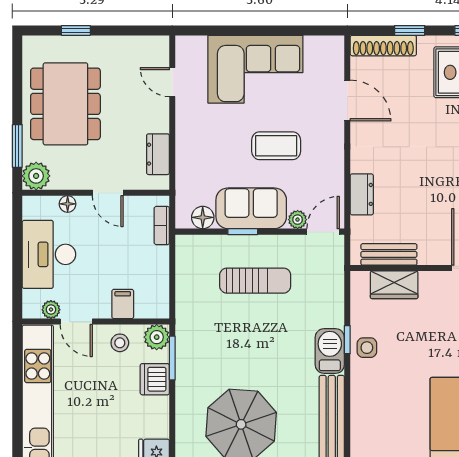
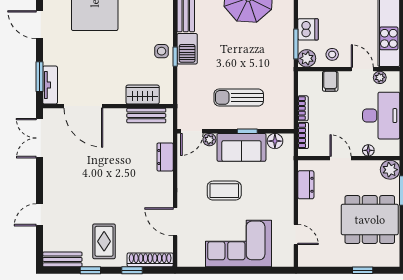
dining table: (65, 104) -> (370, 220), turned 90
bookcase: (162, 265) -> (303, 108), added

